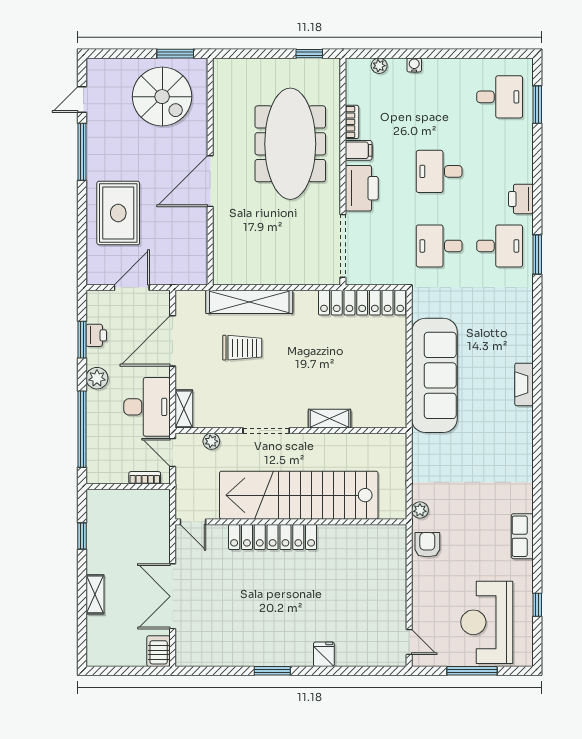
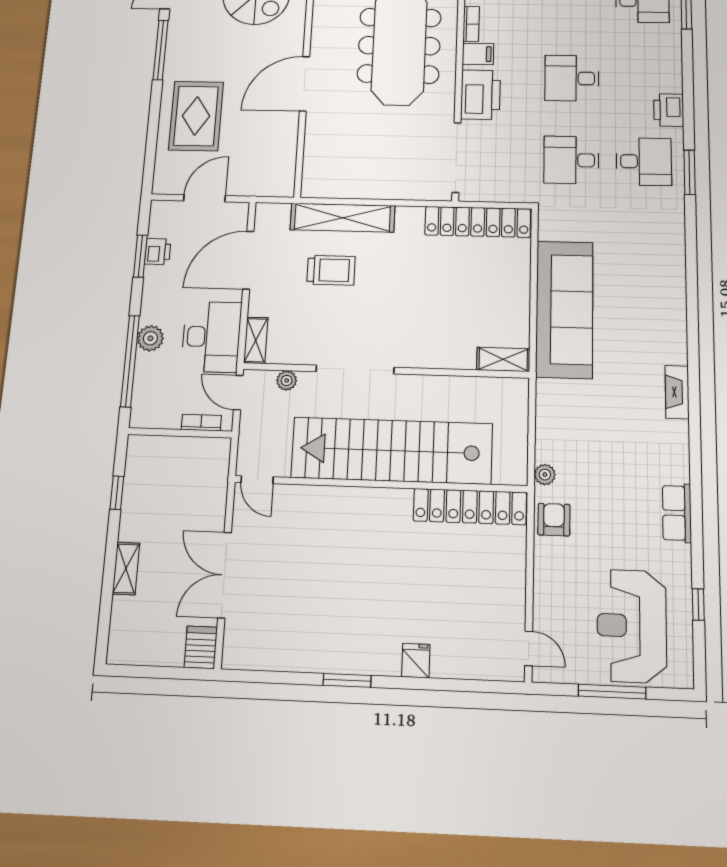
plant: (97, 378) -> (150, 338), moved
fireplace: (524, 384) -> (677, 392), moved
shelving: (330, 419) -> (503, 359), moved
doorway: (266, 431) -> (355, 370), width x1.36
locker: (273, 537) -> (470, 507), moved

